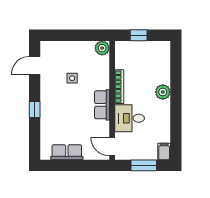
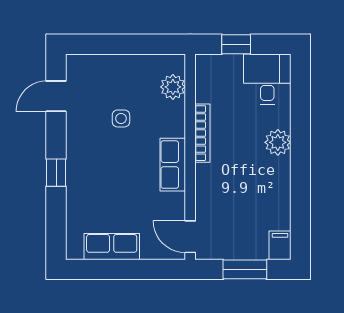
plant: (102, 48) -> (173, 87), moved
desk: (130, 118) -> (267, 79), moved, turned 90

